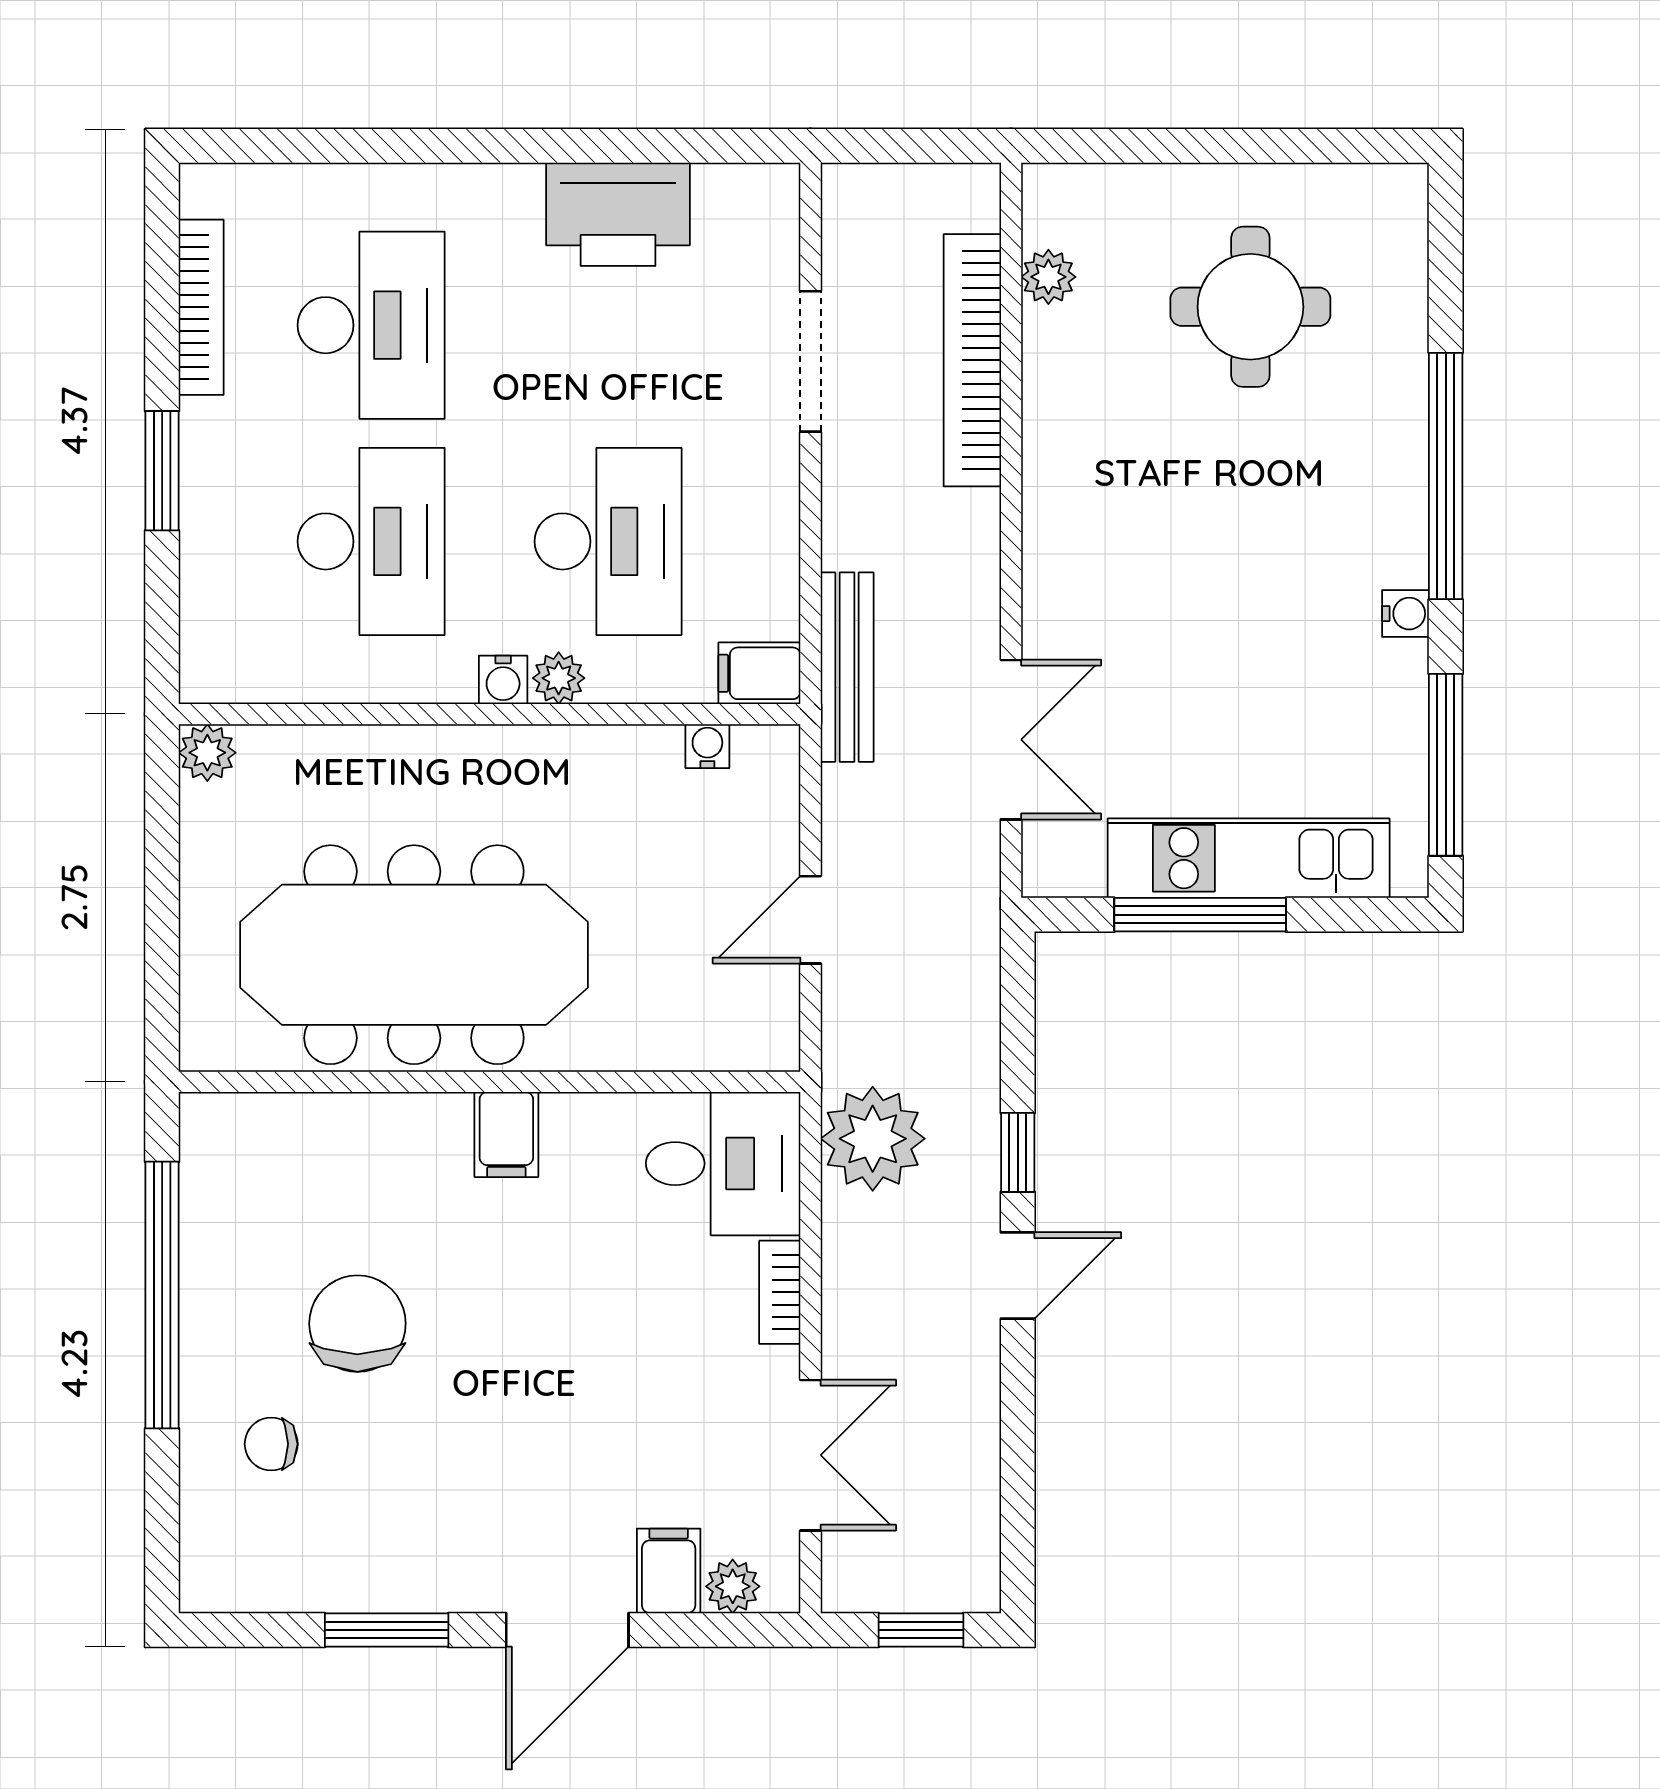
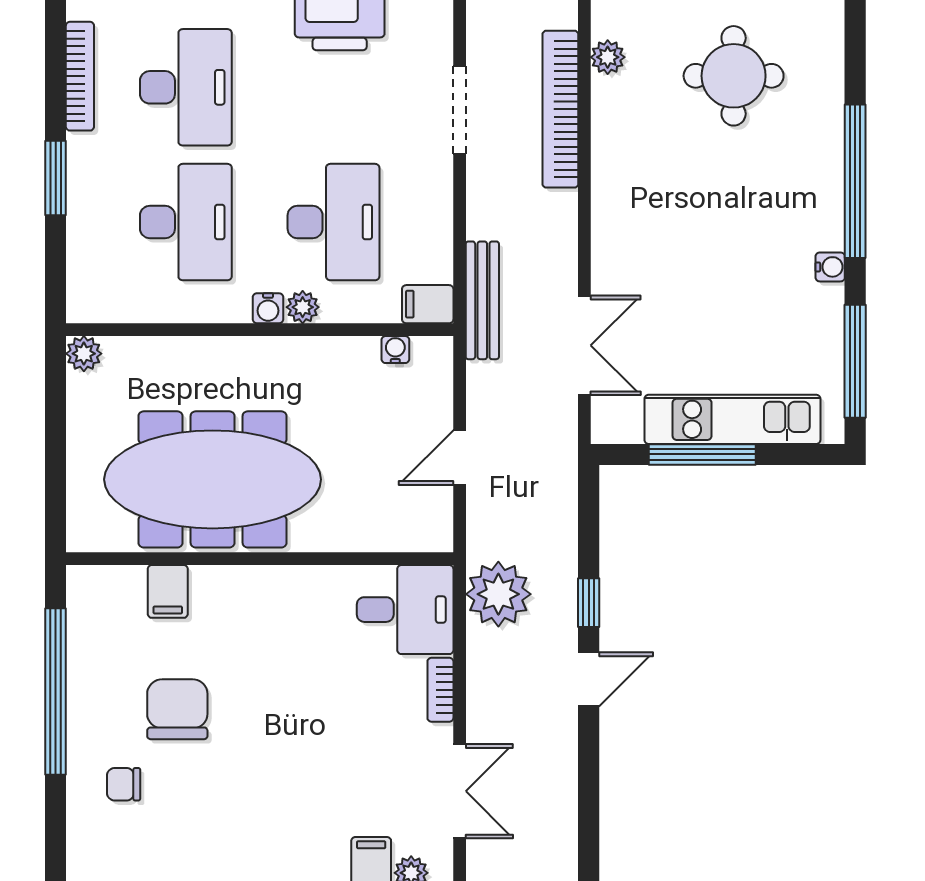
filing cabinet: (506, 1134) -> (168, 591), moved

